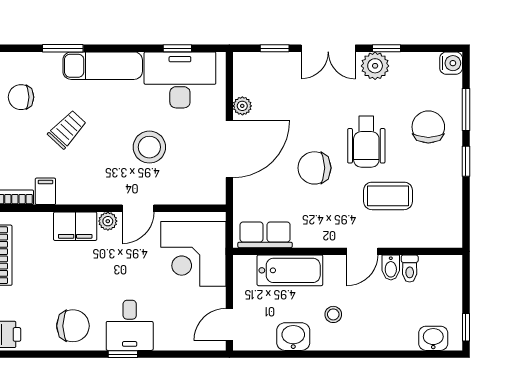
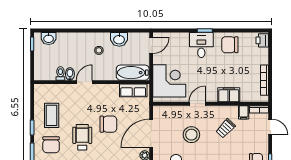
trolley: (67, 129) -> (226, 128), moved
coffee table: (388, 196) -> (52, 115), moved, turned 90
plant: (108, 221) -> (212, 97), removed
bathtub: (290, 270) -> (133, 73), moved

